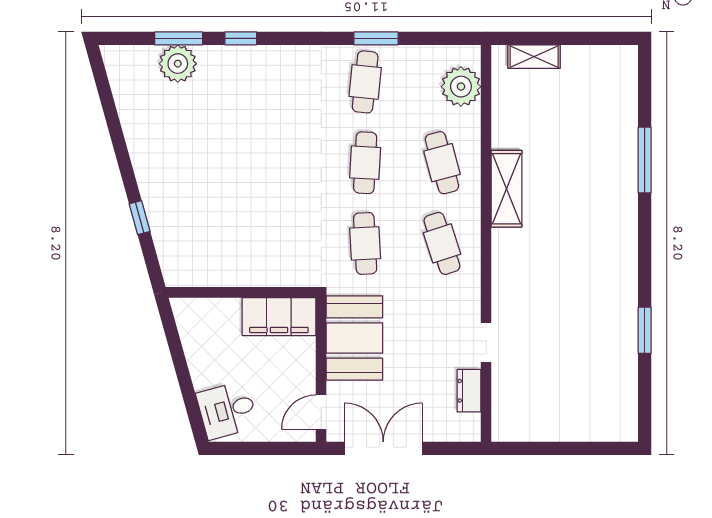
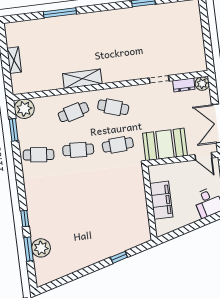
window: (376, 38) -> (14, 130), moved
shelving: (534, 57) -> (14, 60), moved
plant: (461, 87) -> (24, 109), moved
cafe table: (442, 243) -> (113, 107), turned 36
filing cabinet: (279, 317) -> (161, 200), moved
plant: (467, 428) -> (202, 84), added

